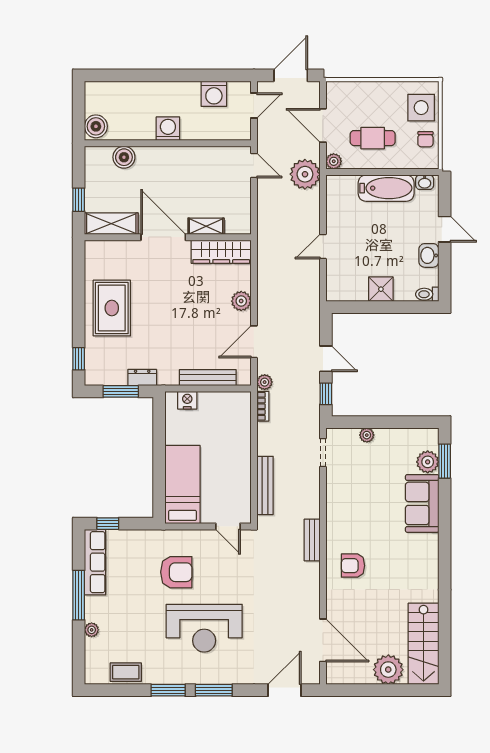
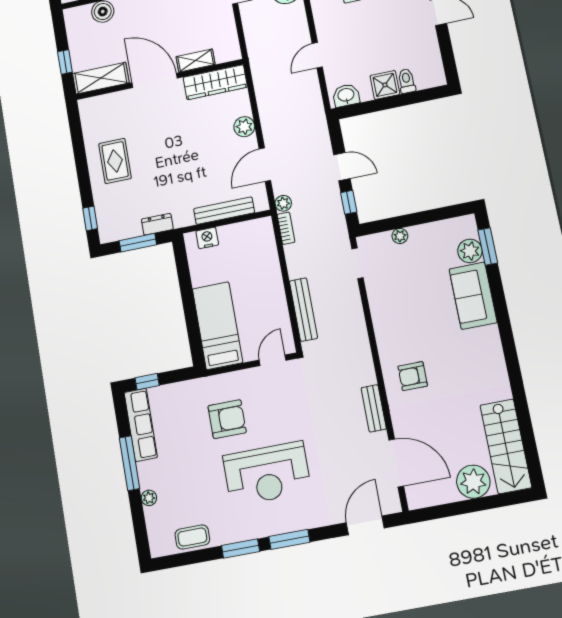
washbasin: (429, 255) -> (346, 95), moved, turned 90
toilet: (427, 294) -> (407, 81), moved, turned 90
rug: (112, 308) -> (115, 161), width x0.73, depth x0.70
door: (228, 526) -> (273, 360), swing flipped
bench: (312, 540) -> (374, 408), moved

